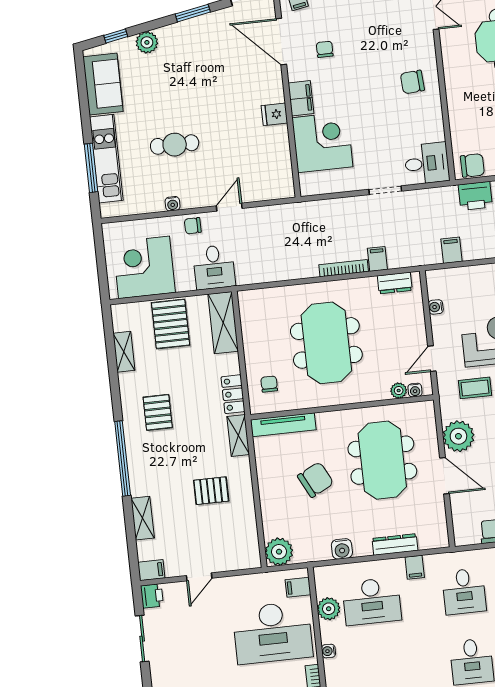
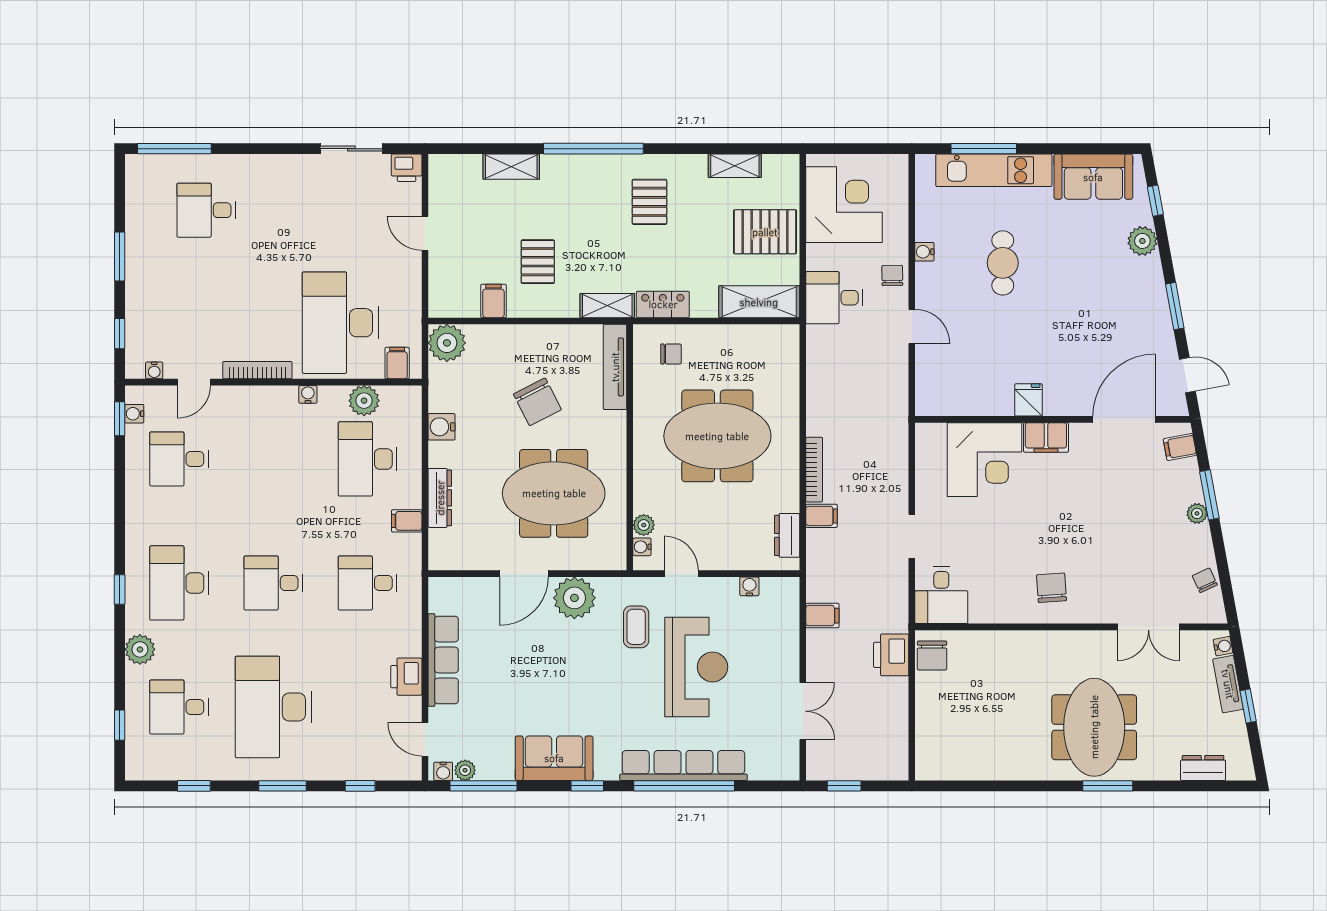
chair: (325, 49) -> (1108, 476), removed
pallet: (158, 412) -> (649, 202), turned 90
filing cabinet: (151, 570) -> (493, 301), moved, turned 180

